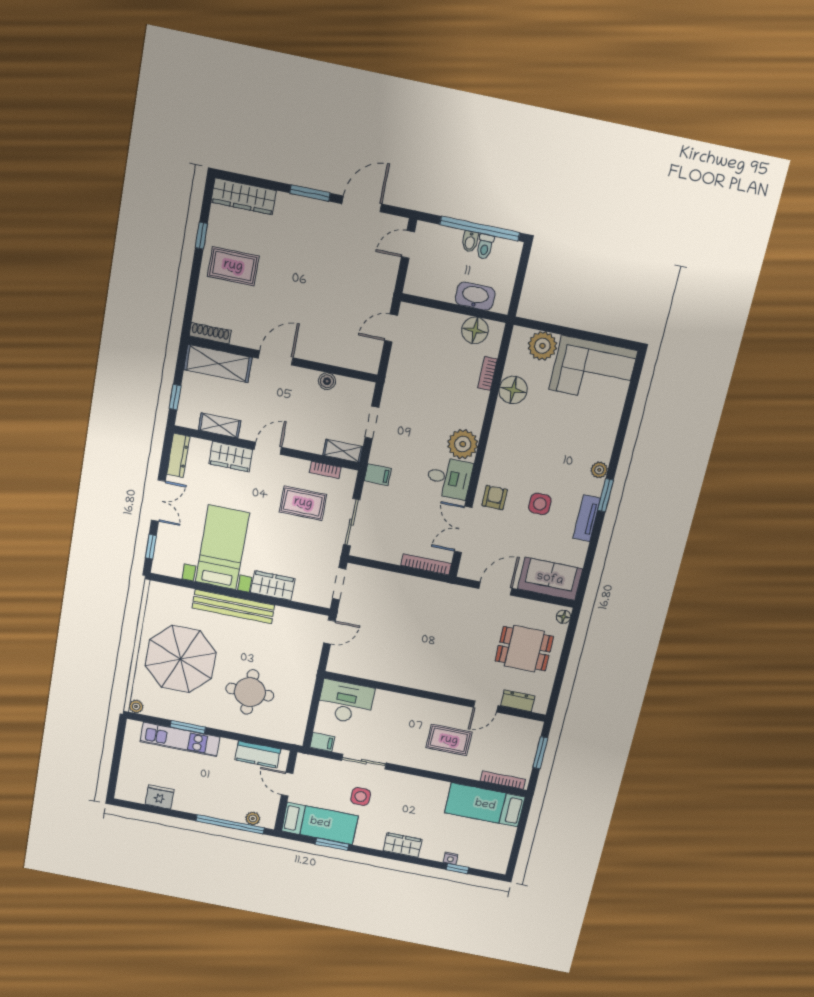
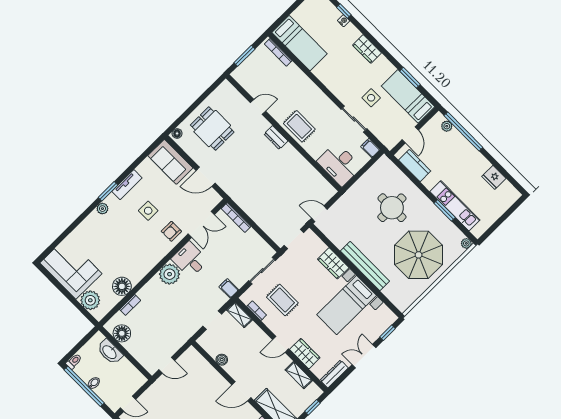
toilet: (485, 247) -> (74, 361), moved
dresser: (518, 701) -> (276, 137), moved
rug: (449, 740) -> (299, 126), moved

